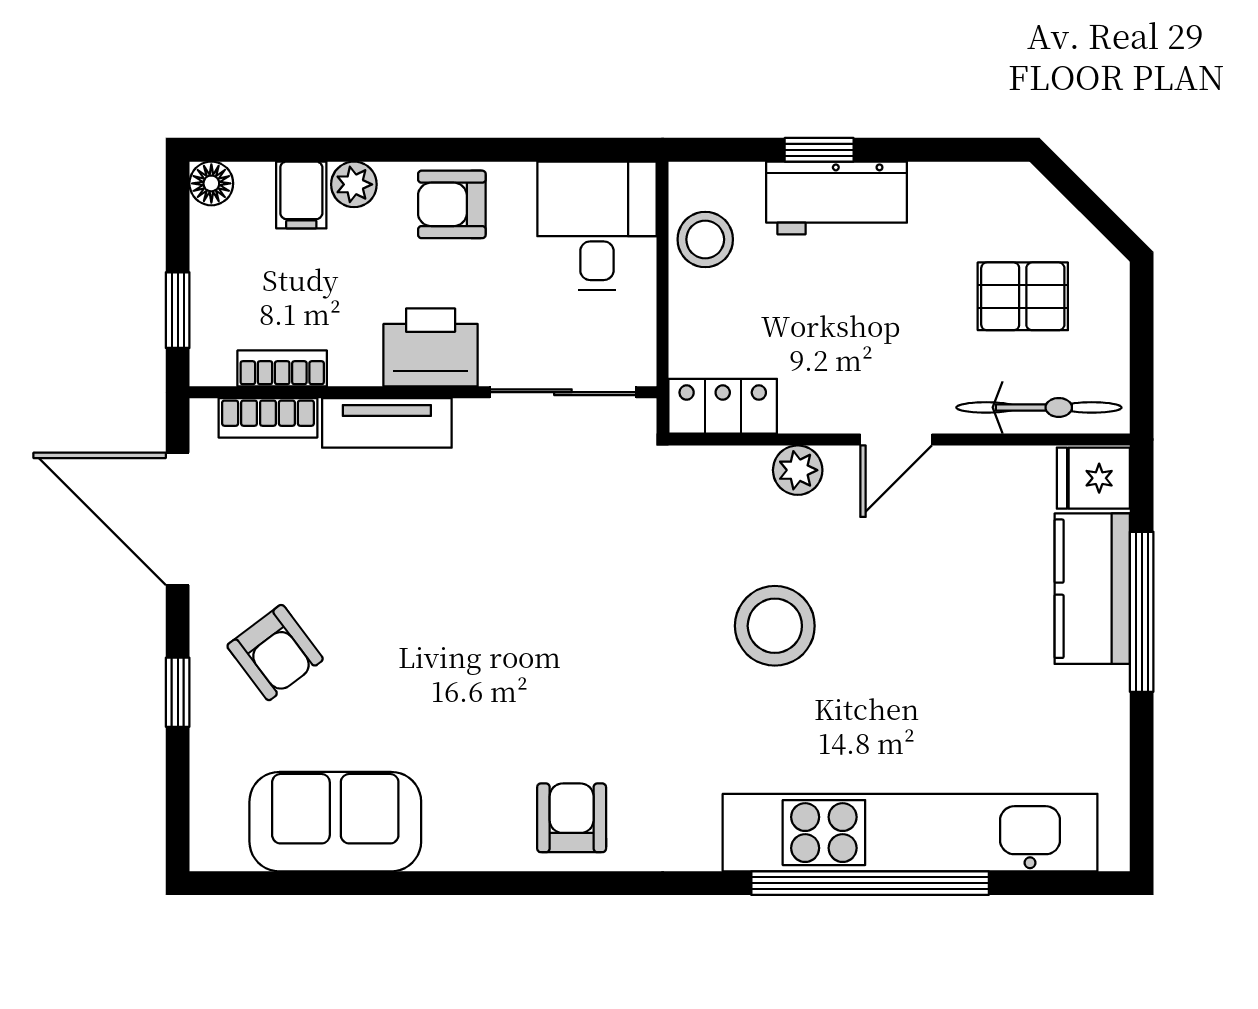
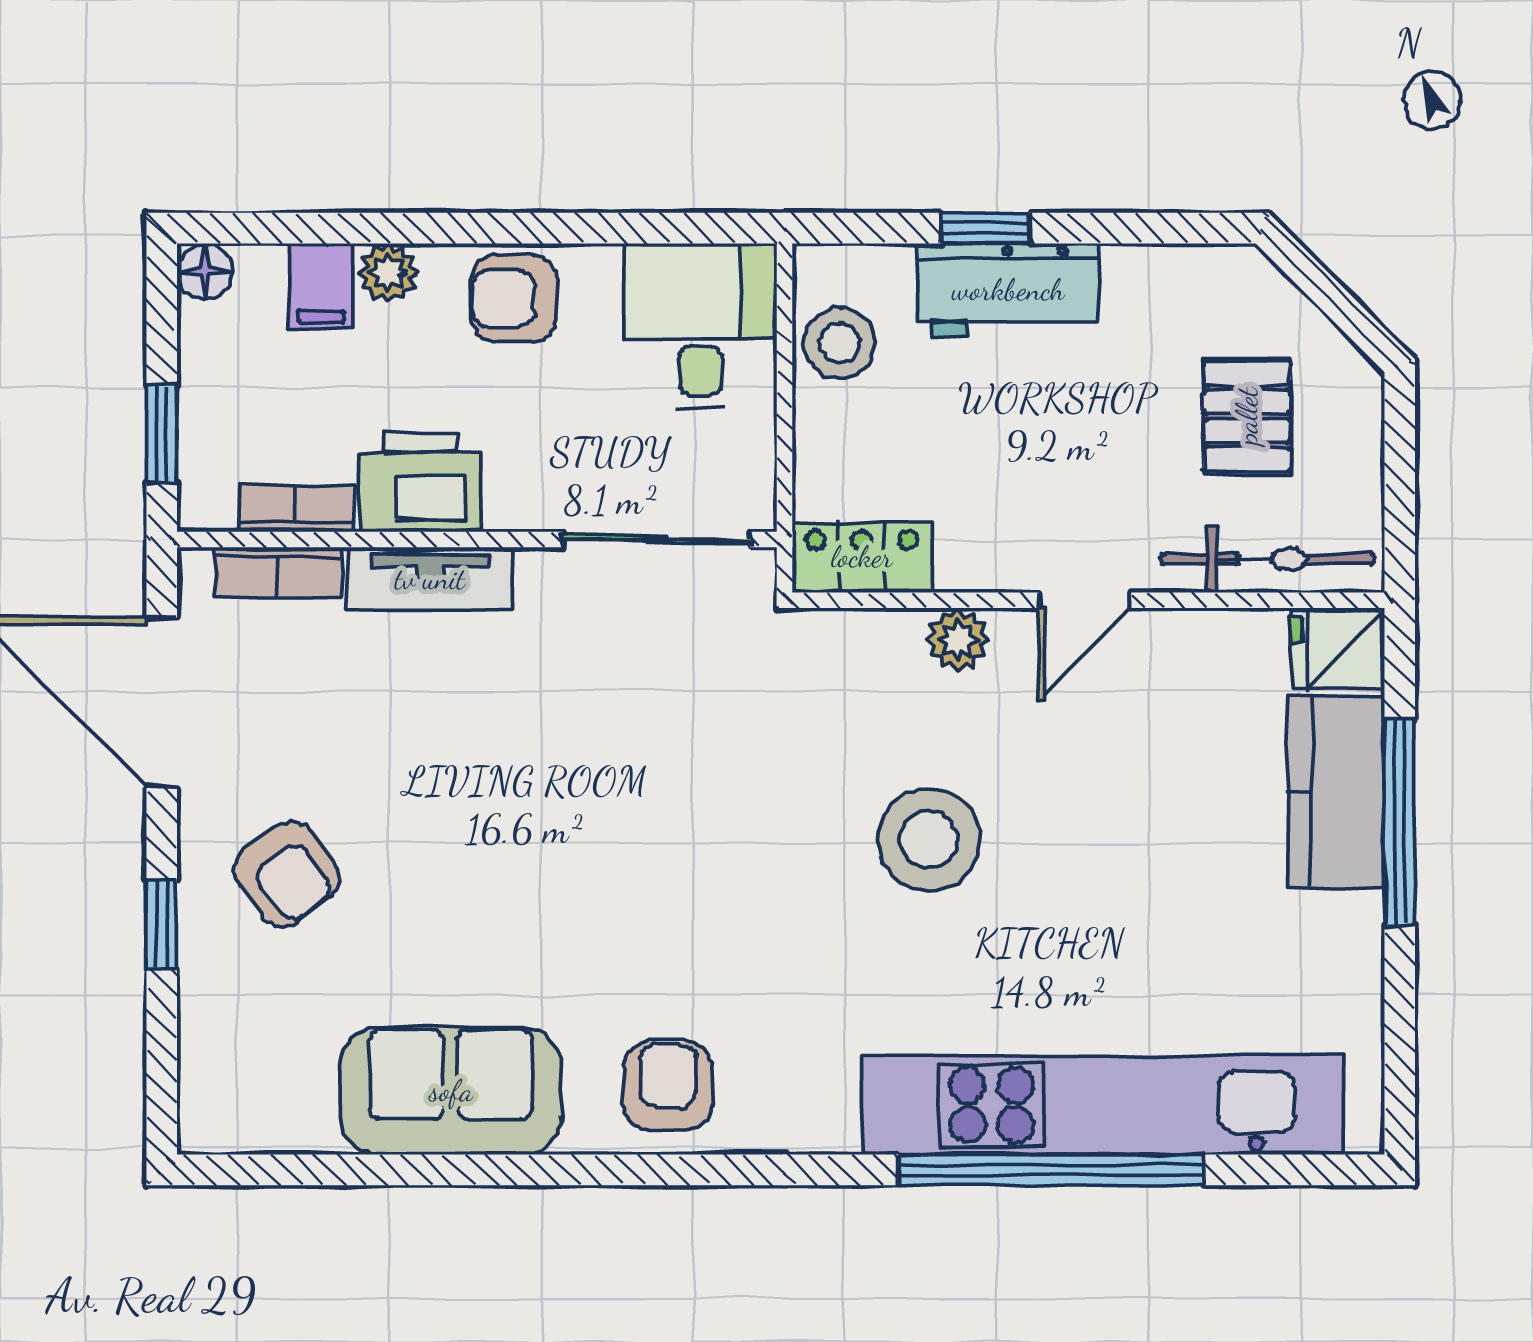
pallet: (1023, 296) -> (1247, 416), turned 90
printer: (431, 347) -> (420, 482), moved
sofa: (335, 822) -> (451, 1091), moved

